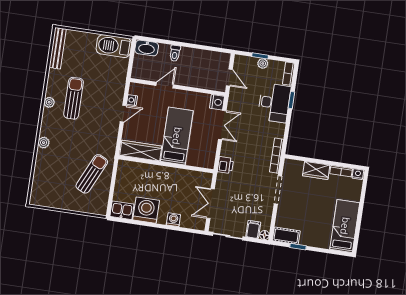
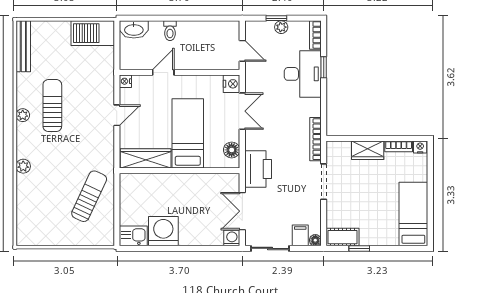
nightstand: (132, 100) -> (125, 81), moved
floor lamp: (209, 154) -> (232, 150), added
printer: (225, 165) -> (258, 169), width x1.87, depth x1.48
washing machine: (173, 220) -> (232, 238), moved

